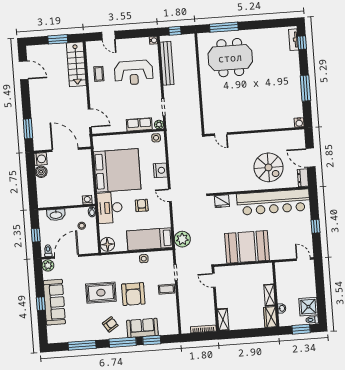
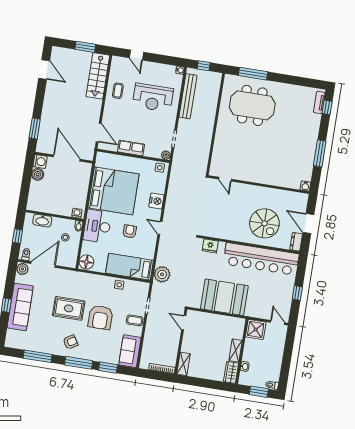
row of seats: (139, 124) -> (131, 148), moved
shower: (308, 307) -> (256, 329), moved
sofa: (142, 328) -> (130, 351), moved, turned -90

